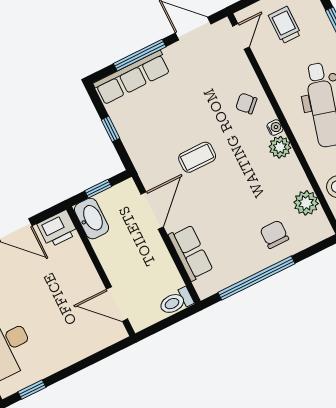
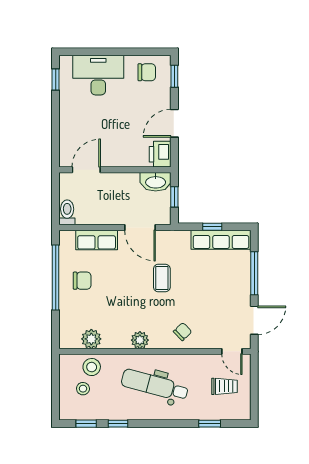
row of seats: (132, 77) -> (221, 240), moved, turned -90
water cooler: (275, 128) -> (155, 343), removed
chair: (274, 234) -> (82, 281), moved

